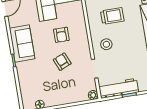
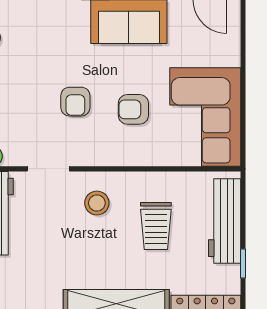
armchair: (62, 62) -> (75, 102), turned 113

